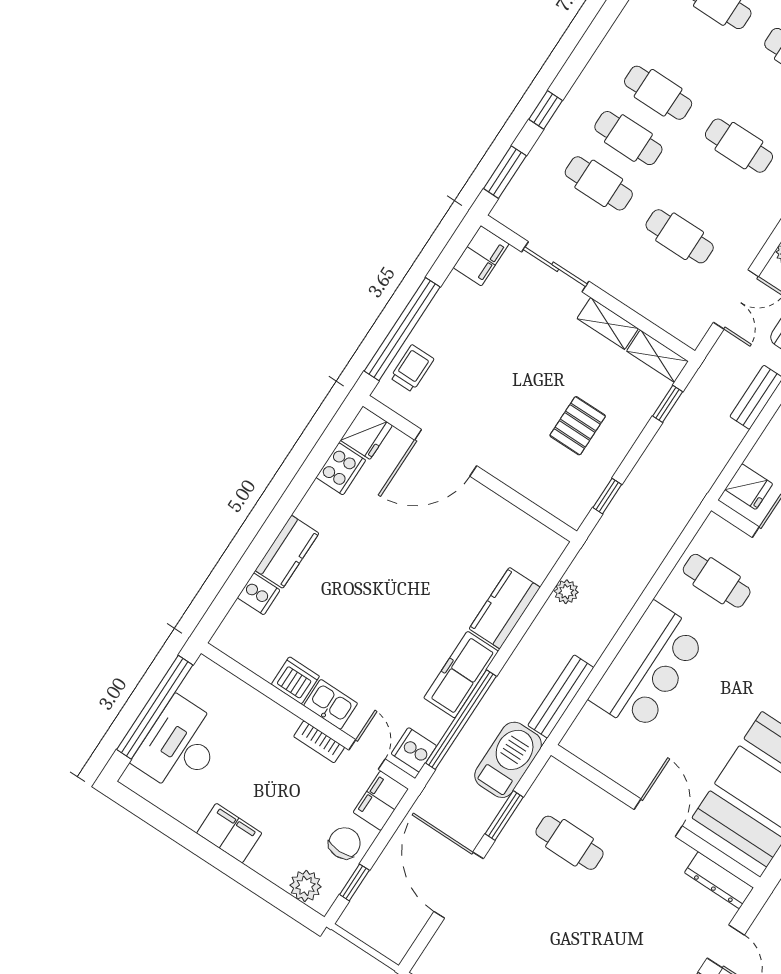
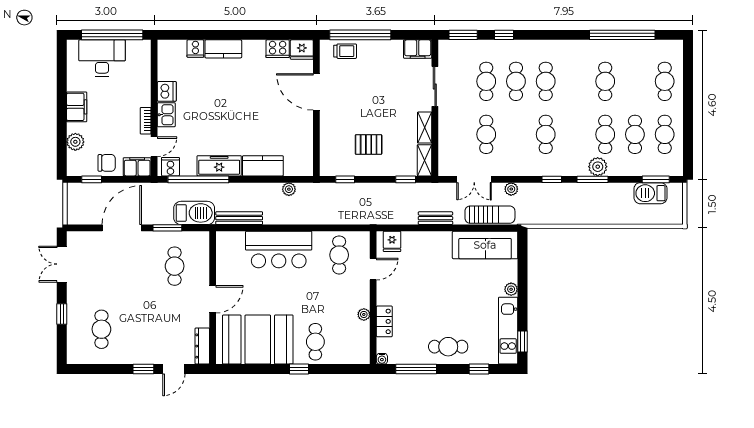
plant: (306, 886) -> (75, 142), moved

